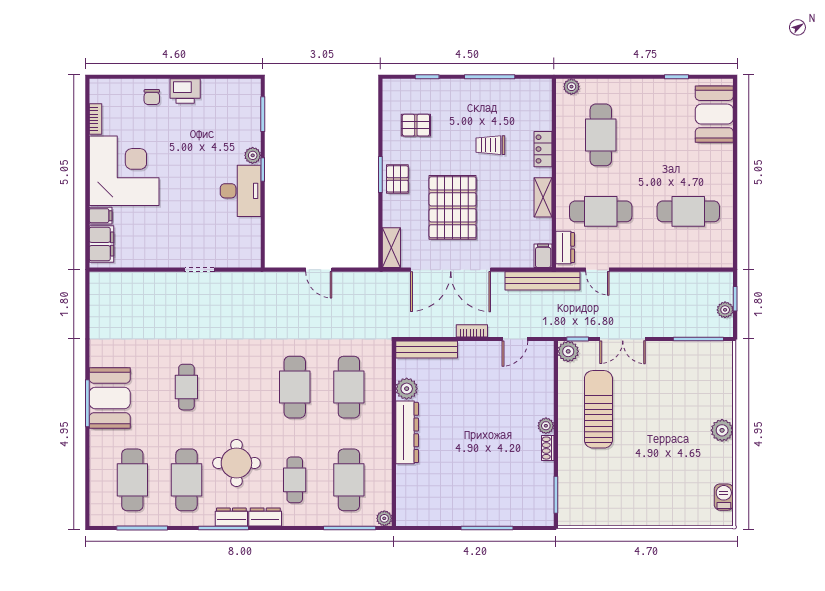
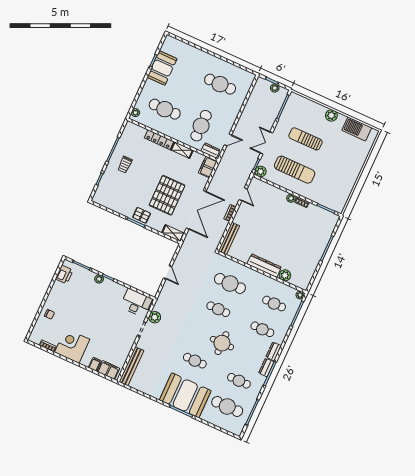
printer: (185, 91) -> (64, 274), moved
booth: (714, 114) -> (162, 68), moved, turned 90
pallet: (416, 125) -> (120, 195), removed
trolley: (490, 145) -> (125, 165), moved
locker: (543, 149) -> (159, 140), width x1.53
corner desk: (124, 171) -> (72, 346), width x0.74, depth x0.74
desk: (241, 191) -> (136, 303), moved
pallet: (453, 207) -> (167, 195), turned 90
cafe table: (688, 211) -> (220, 84), turned 90
filing cabinet: (543, 256) -> (208, 167), width x2.00
door: (319, 270) -> (168, 272), hinge flipped
bench: (543, 281) -> (131, 366), moved
plant: (230, 283) -> (155, 317), added
double door: (623, 339) -> (266, 143), swing flipped
cafe table: (295, 387) -> (218, 309), width x0.73, depth x0.74
plant: (407, 389) -> (285, 275), moved
booth: (110, 398) -> (185, 395), width x1.36, depth x1.42
sun lounger: (661, 404) -> (306, 139), added
sun lounger: (598, 409) -> (295, 170), turned 180
round table: (236, 463) -> (222, 343), moved
cafe table: (186, 480) -> (239, 381), width x0.73, depth x0.74
cafe table: (349, 480) -> (274, 304), width x0.73, depth x0.74
barbecue: (724, 497) -> (357, 129), width x1.88, depth x1.53

